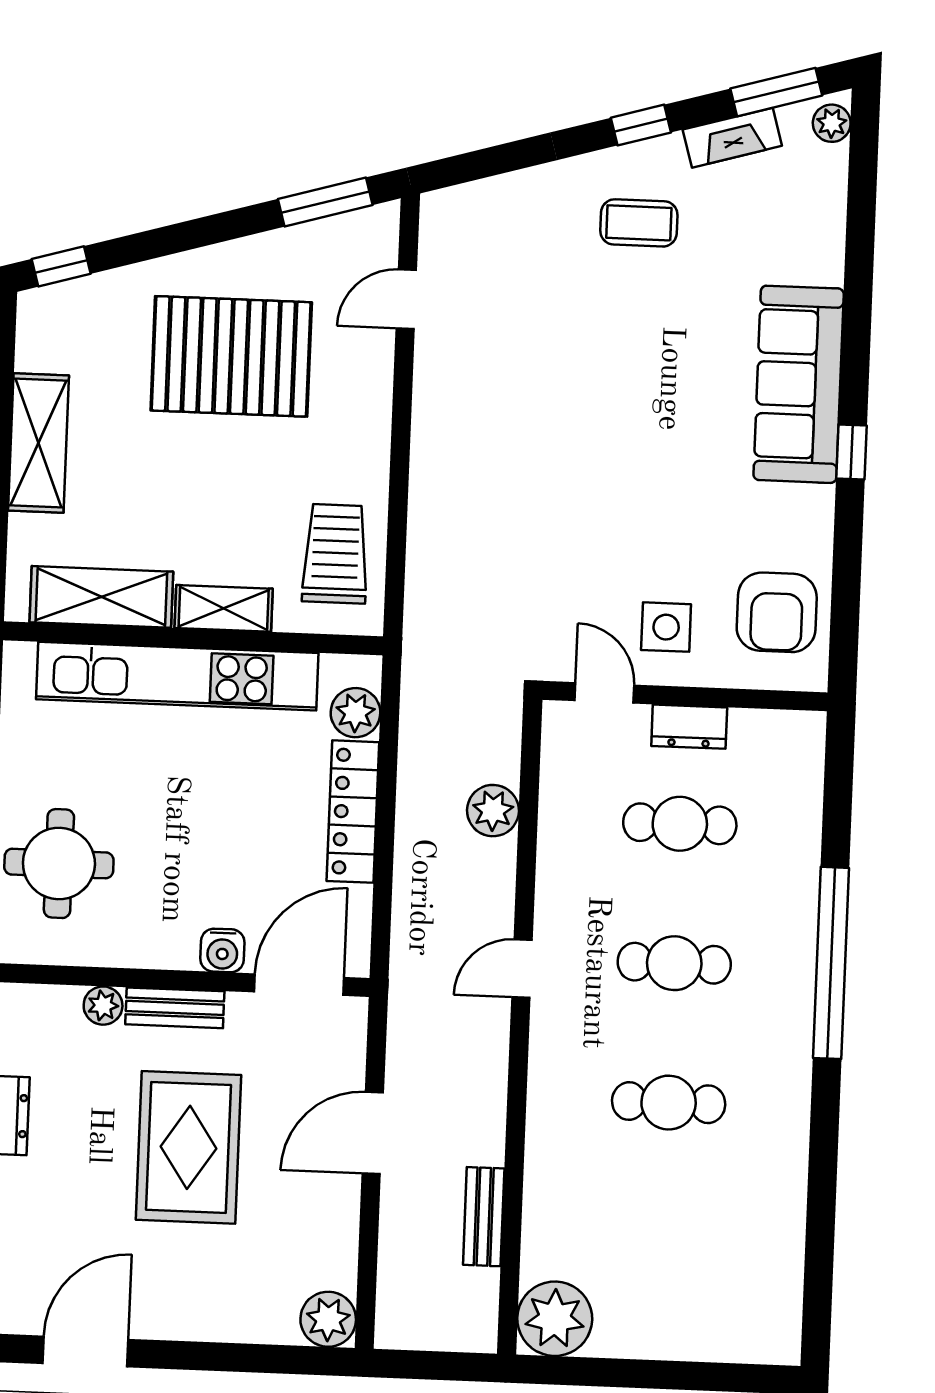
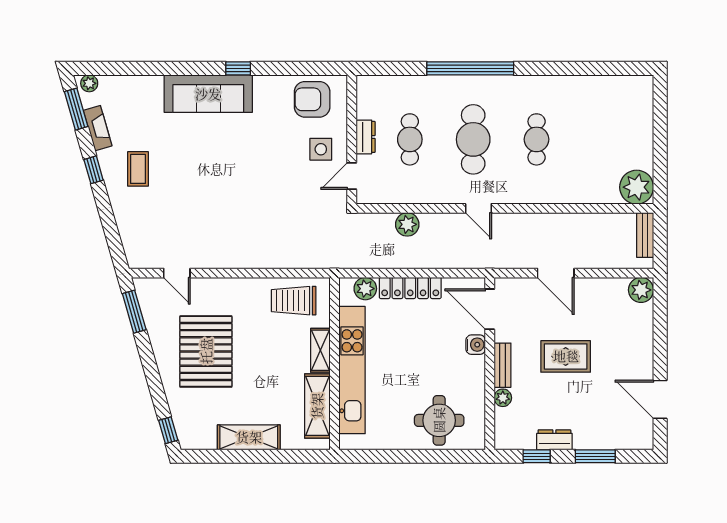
armchair: (777, 612) -> (312, 99), turned 180
cafe table: (674, 963) -> (473, 139), width x1.37, depth x1.35
rug: (188, 1147) -> (566, 356), width x0.73, depth x0.70
bench: (484, 1217) -> (645, 235), moved, turned 90

